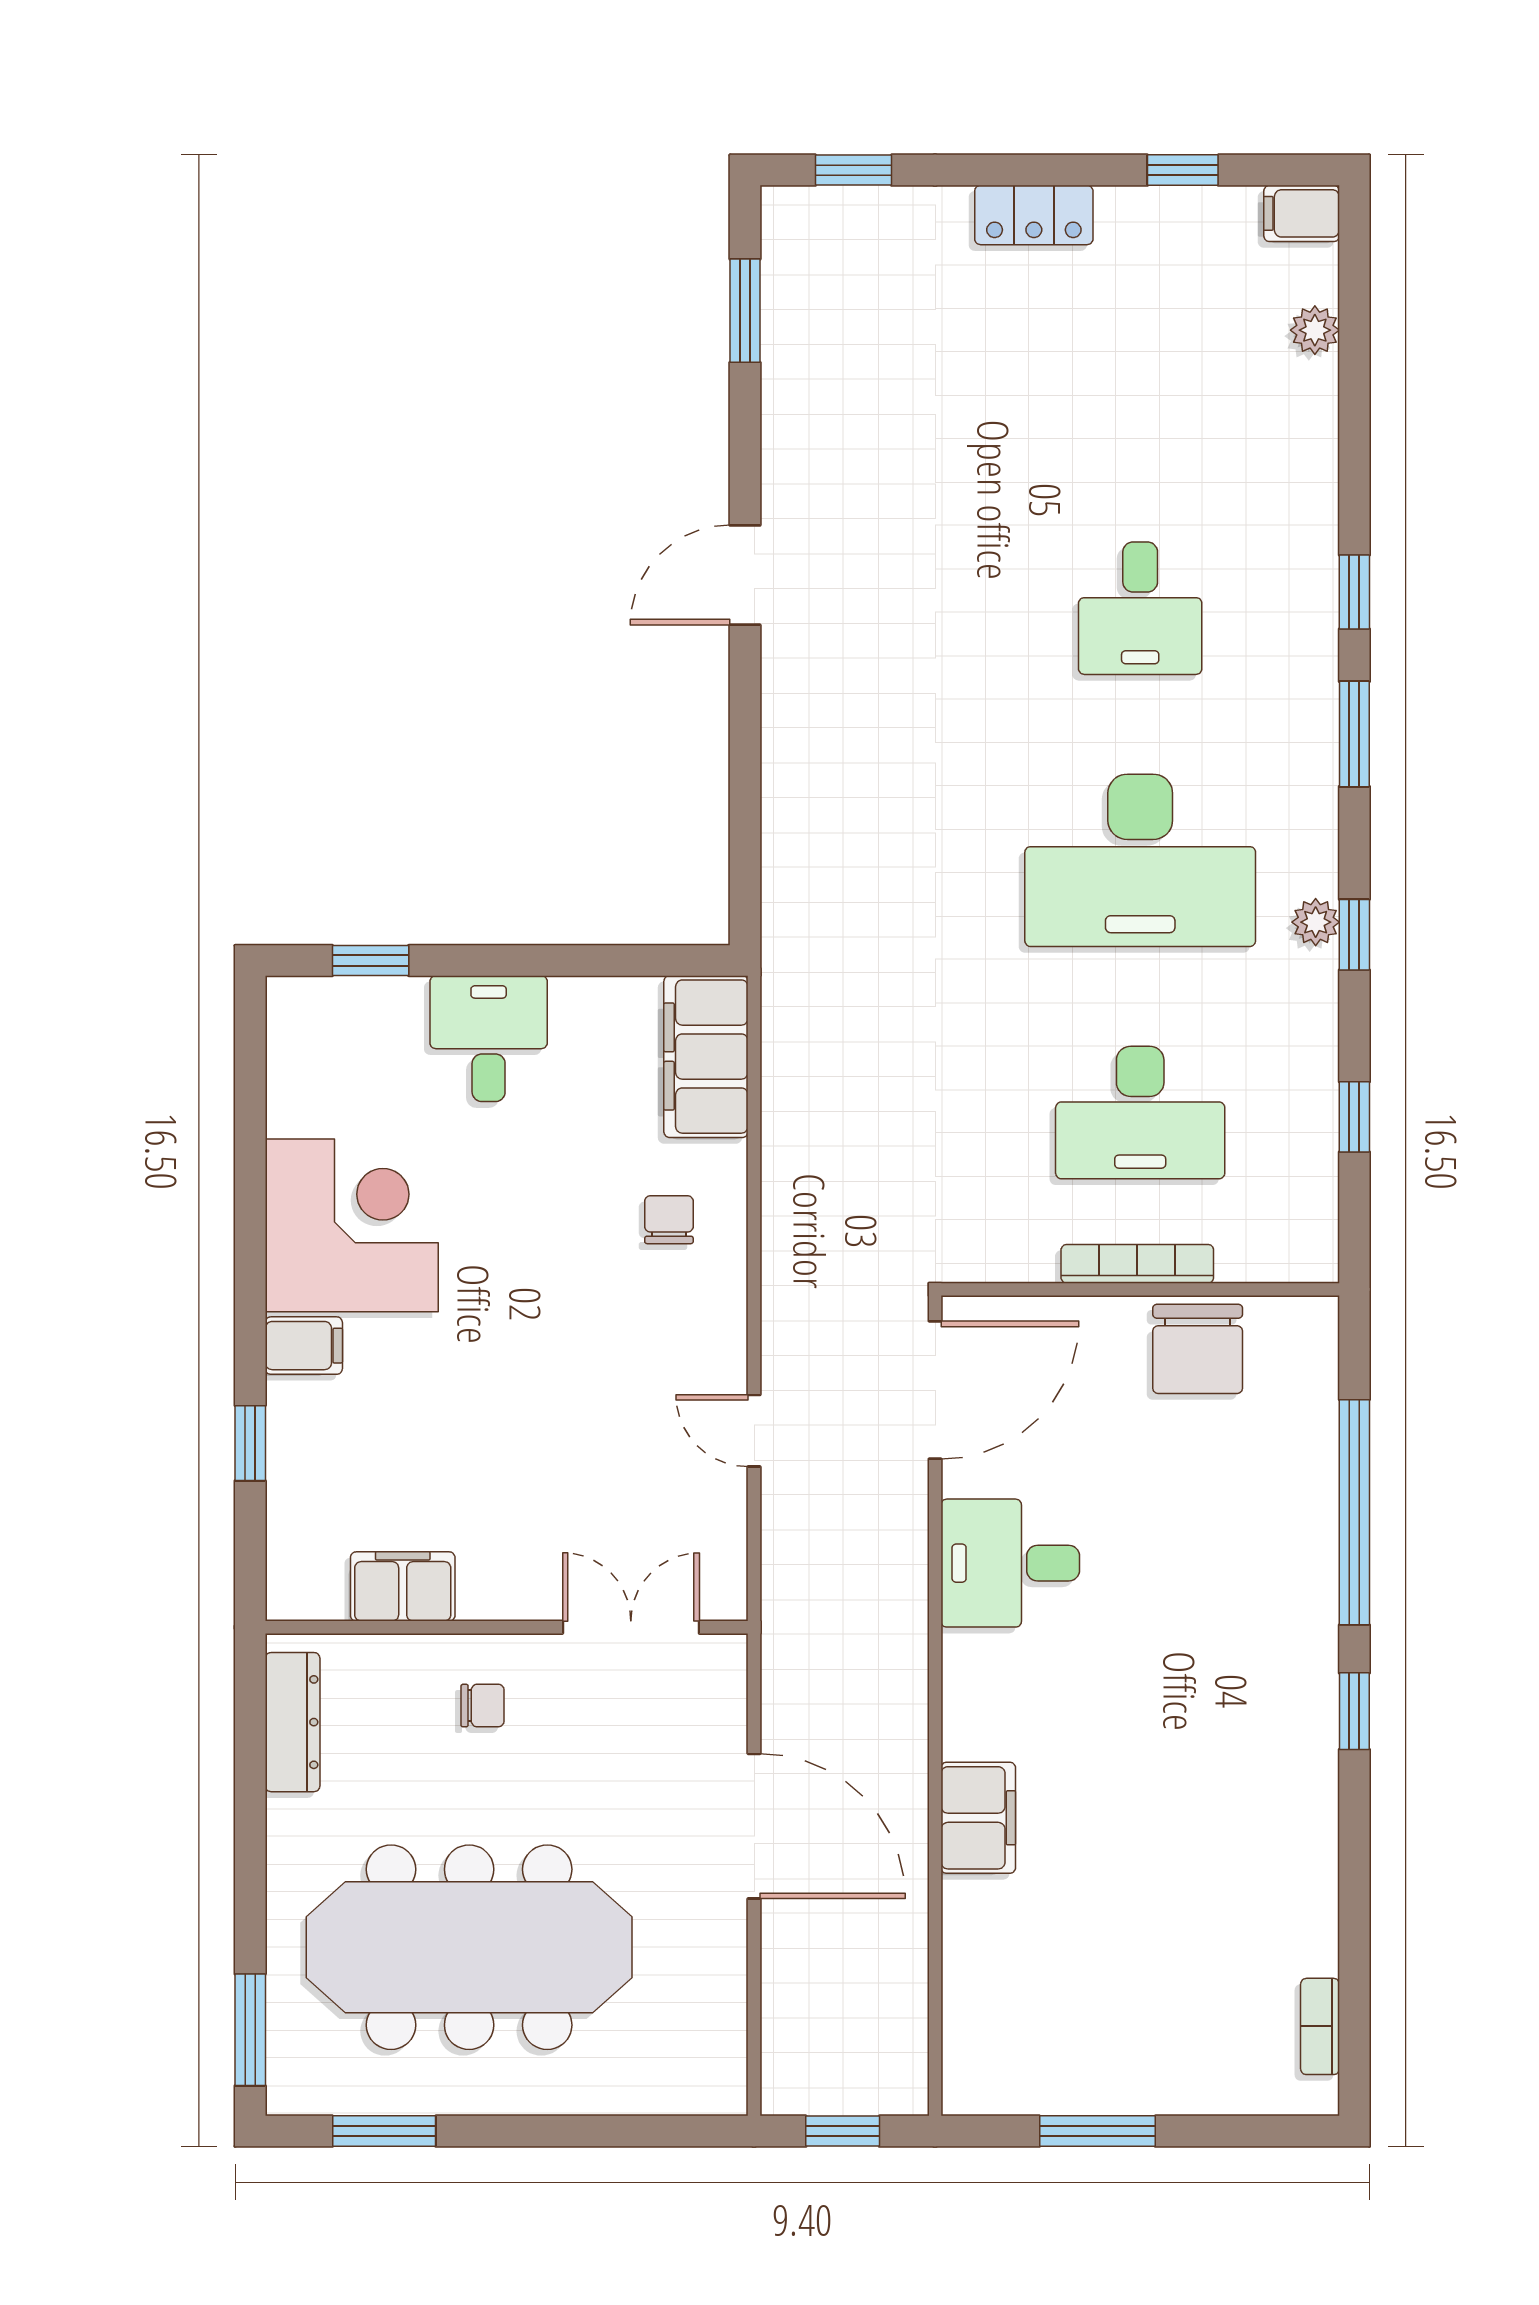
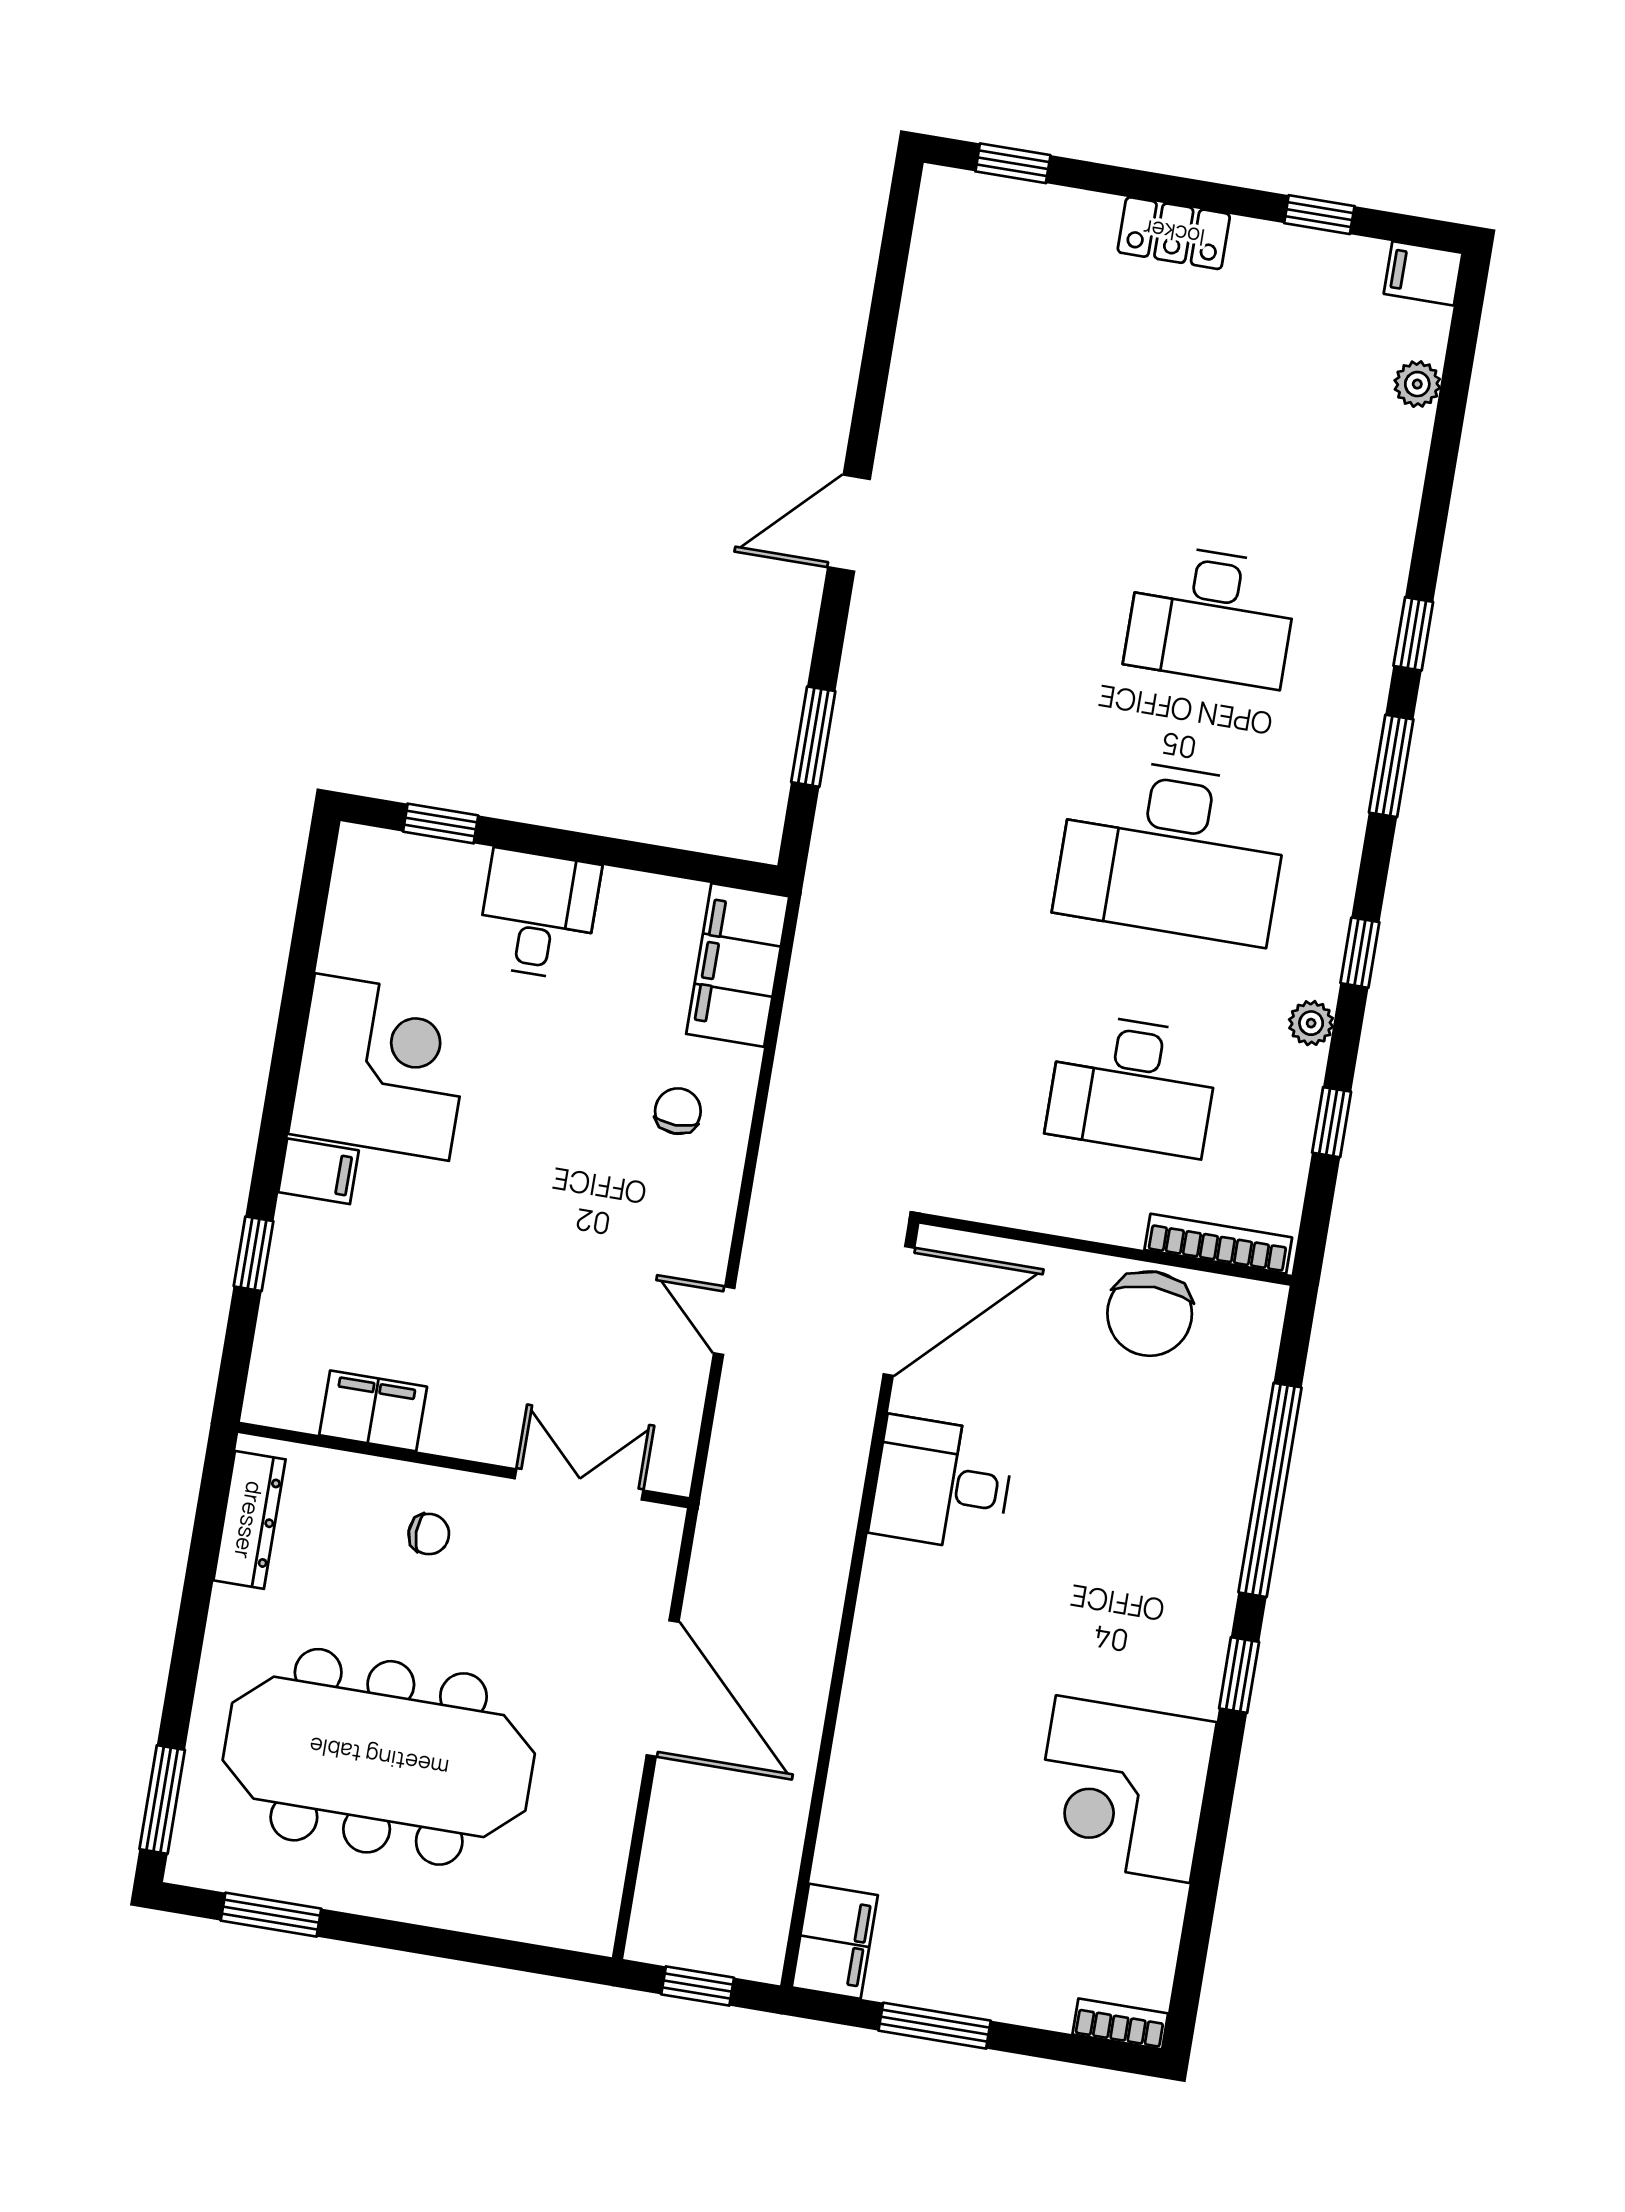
window: (745, 311) -> (813, 737), moved
desk: (1140, 608) -> (1212, 616), width x1.37
plant: (1316, 922) -> (1311, 1023), moved
bookcase: (1137, 1264) -> (1218, 1244), moved
filing cabinet: (978, 1818) -> (835, 1941), moved
corner desk: (1253, 1851) -> (1123, 1789), added
bookcase: (1320, 2026) -> (1120, 2024), moved, turned 90

